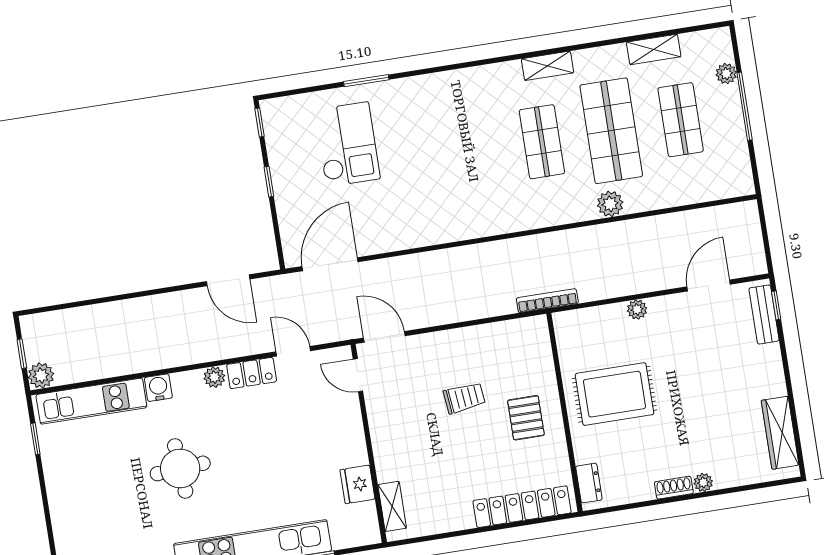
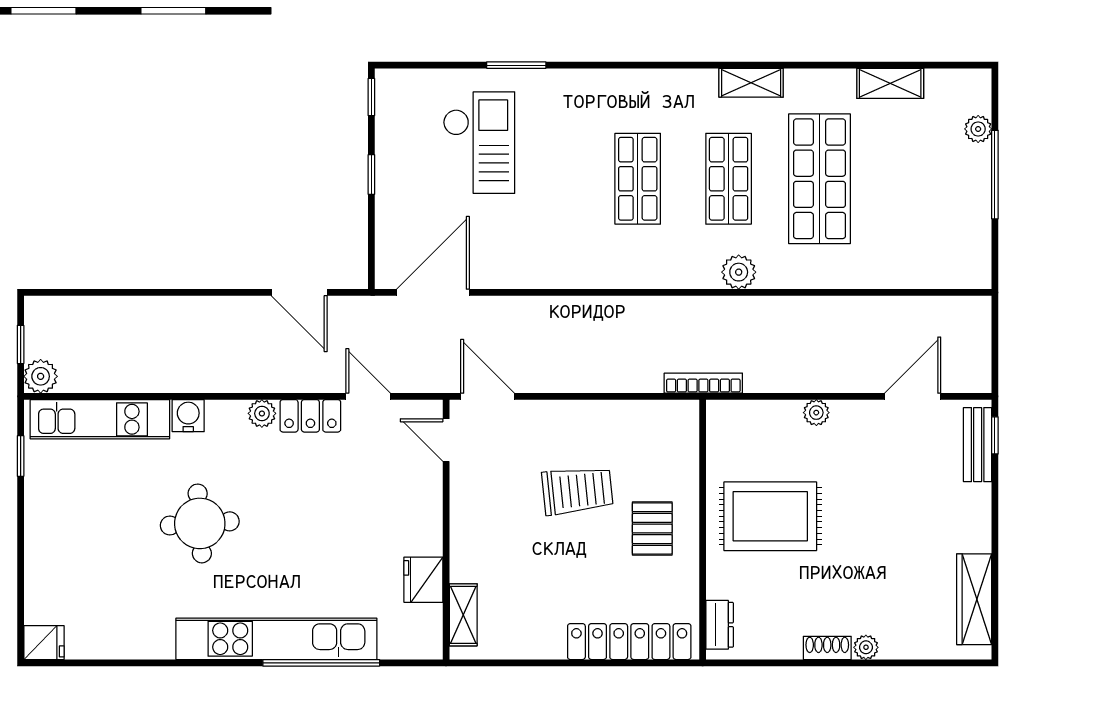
shop shelf: (681, 120) -> (638, 179), moved
plant: (610, 204) -> (739, 272), moved
trolley: (464, 398) -> (577, 491), width x1.36, depth x1.39

